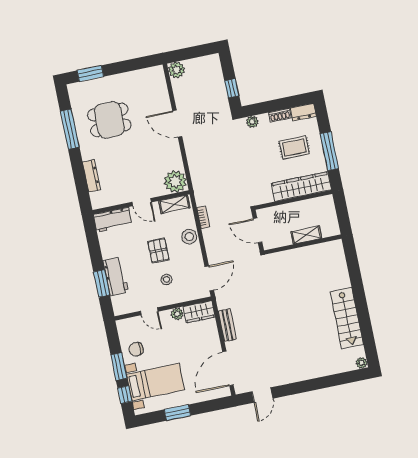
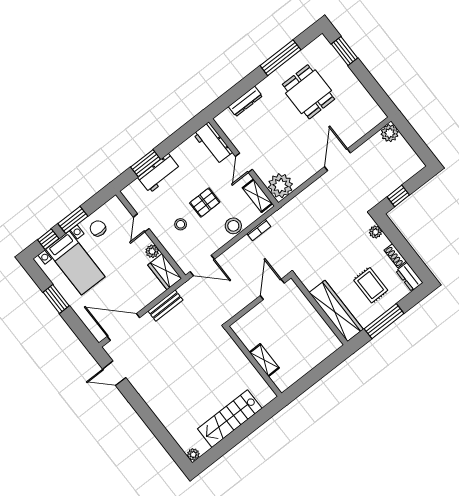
shelving: (306, 235) -> (264, 360), moved
wall: (303, 245) -> (253, 361), moved

